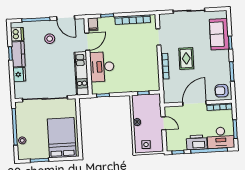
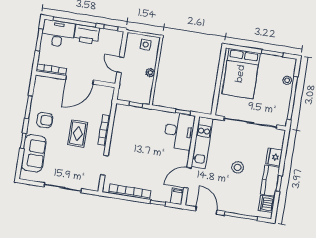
stool: (50, 39) -> (238, 167), moved
desk: (102, 67) -> (179, 131), moved
armchair: (222, 91) -> (45, 120), moved

